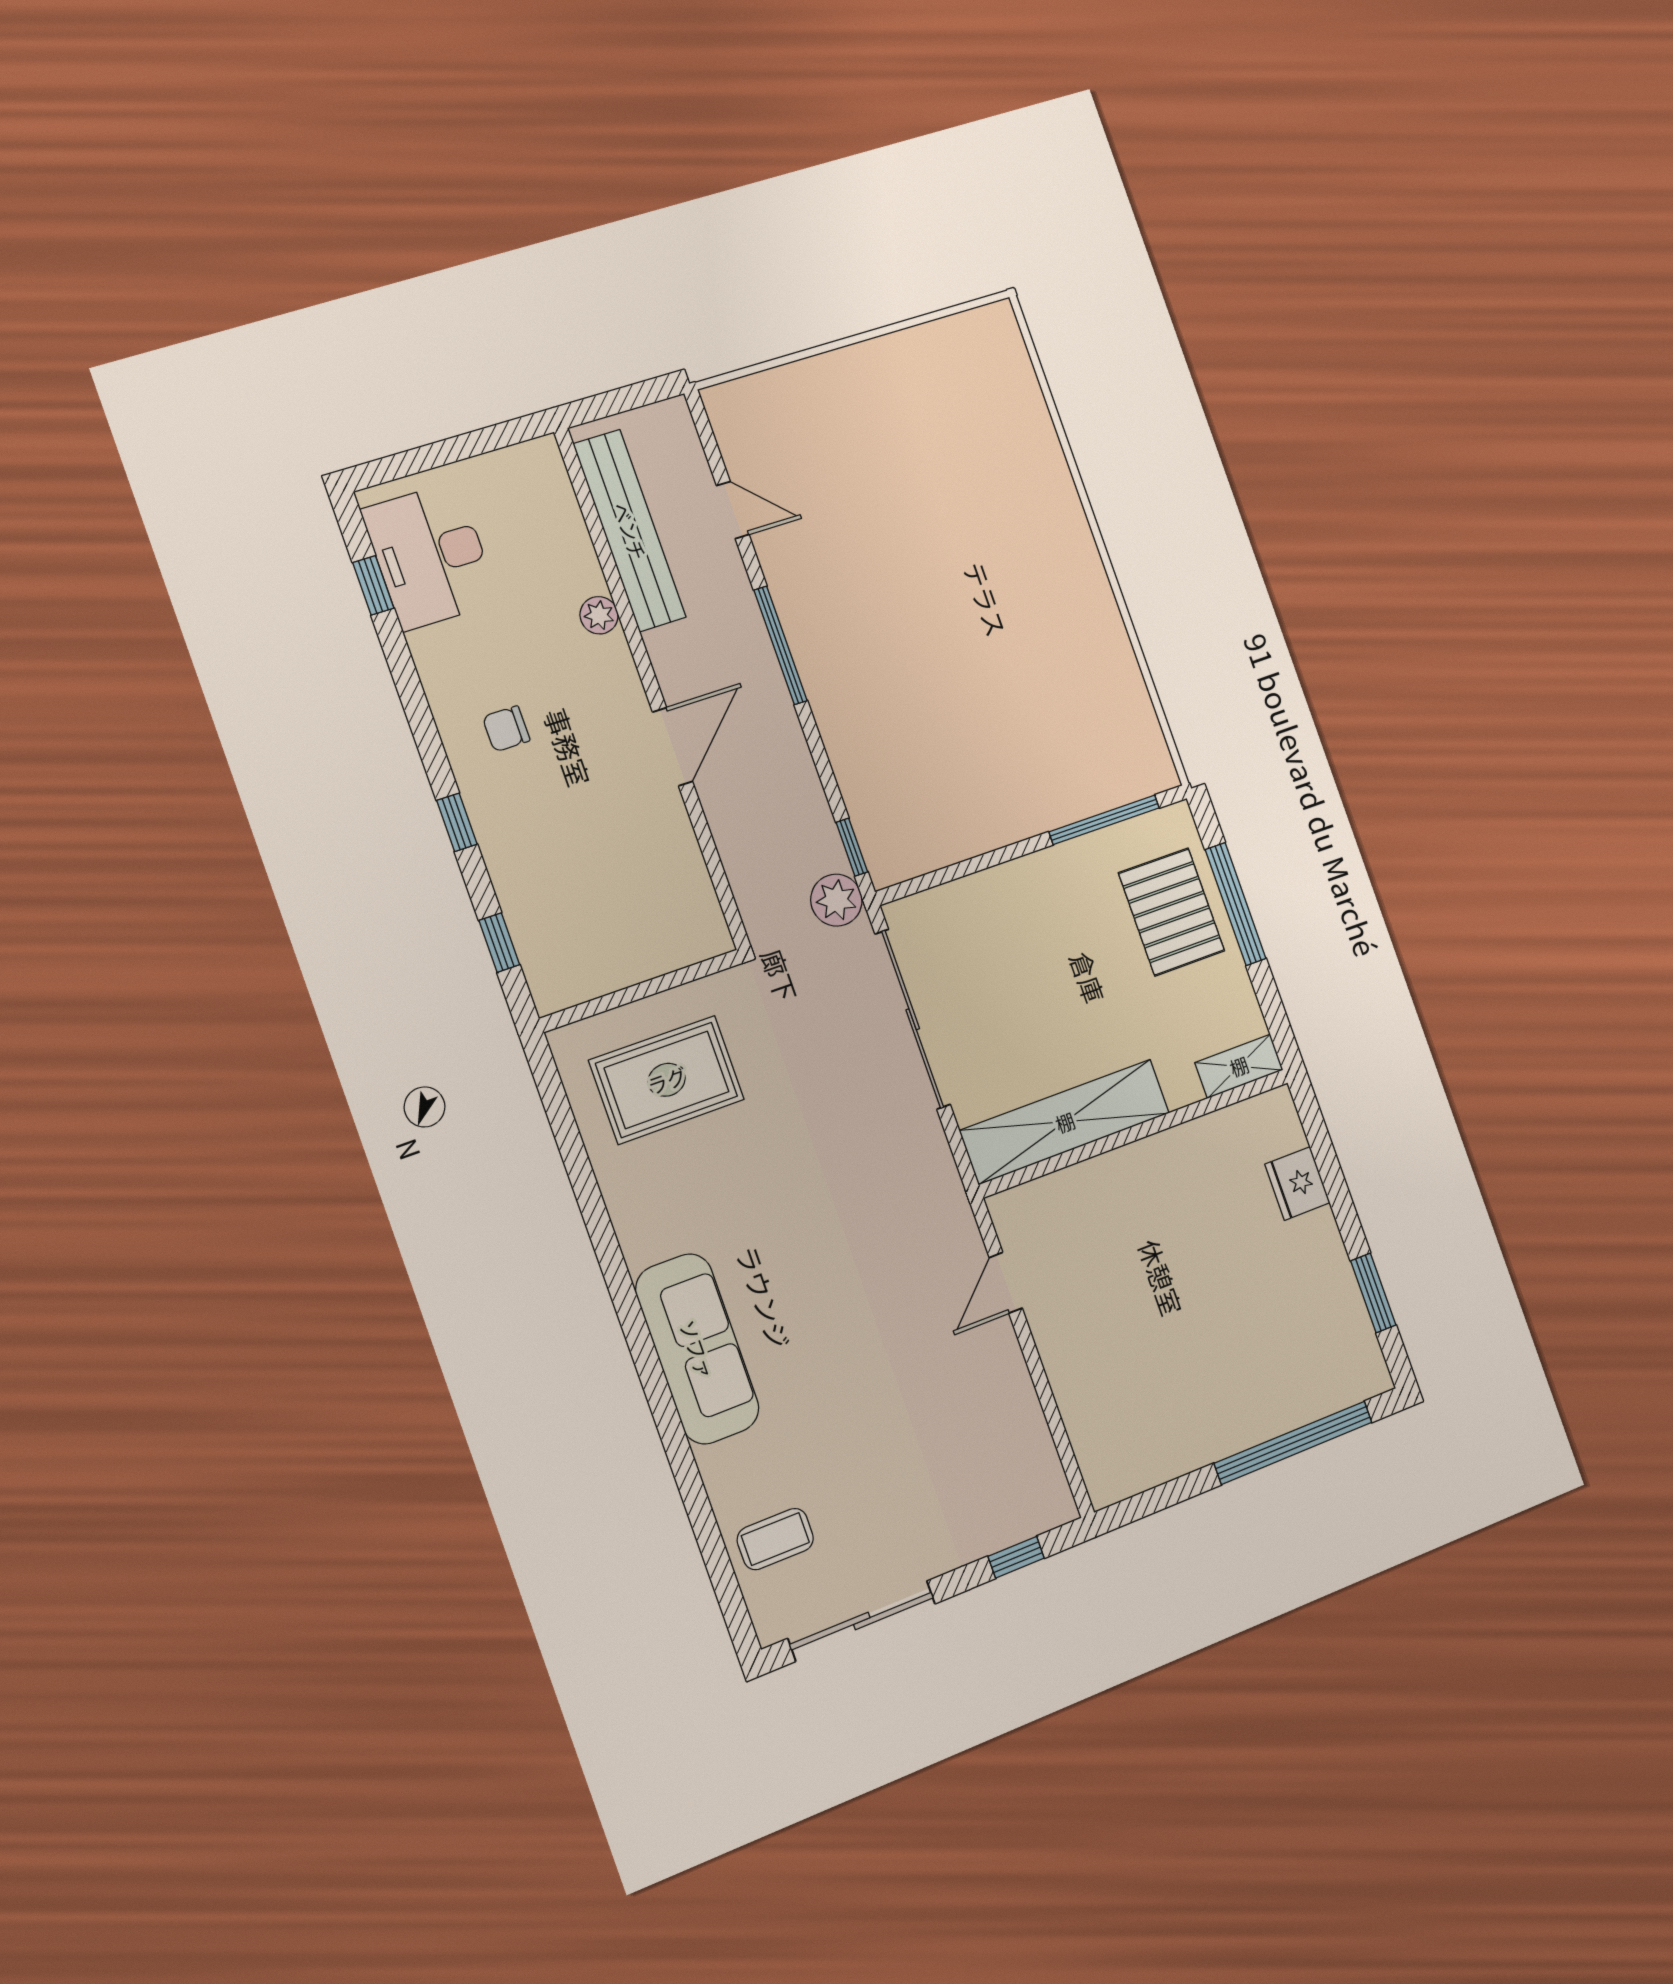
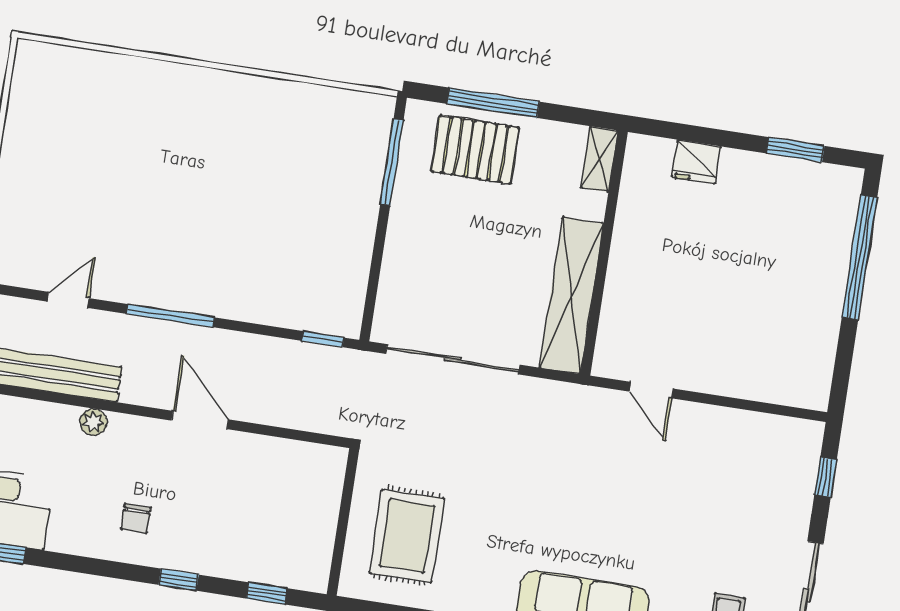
plant: (836, 900) -> (351, 368), removed

